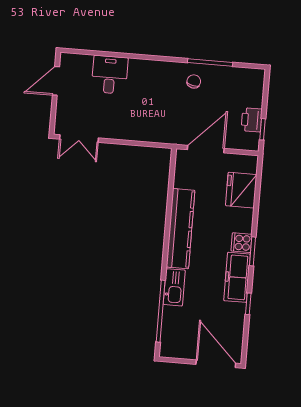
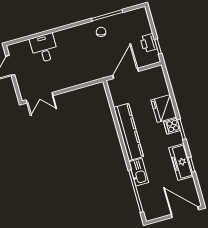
fridge: (241, 190) -> (164, 108), moved
freezer: (237, 277) -> (181, 162), moved

